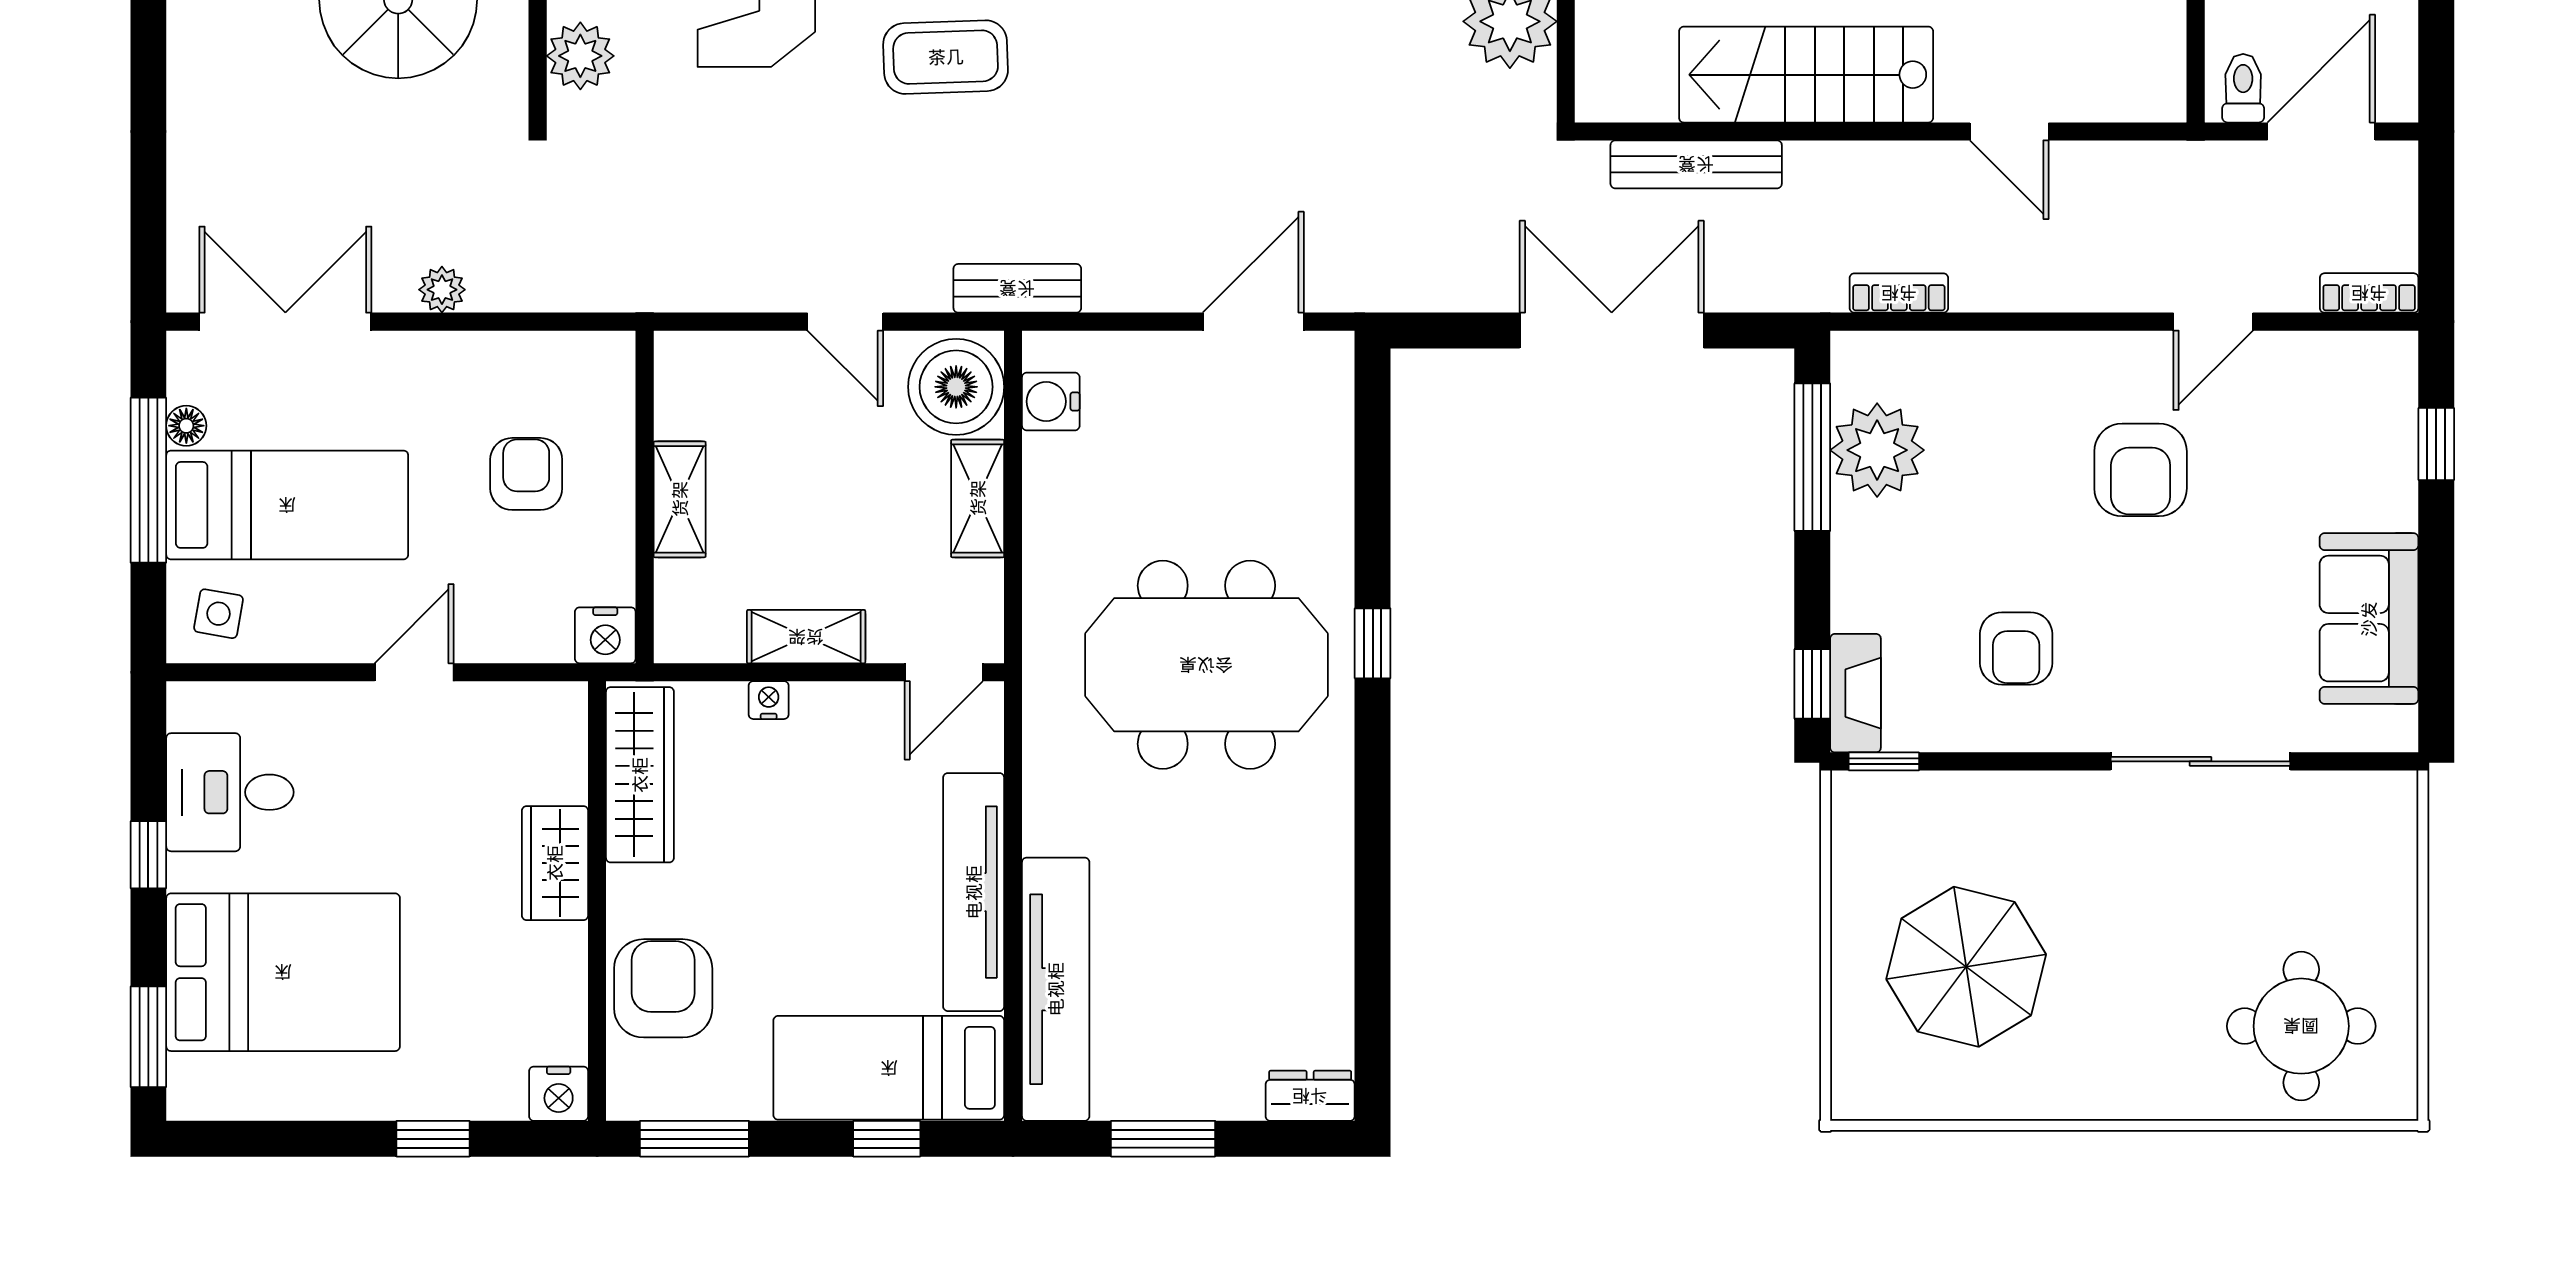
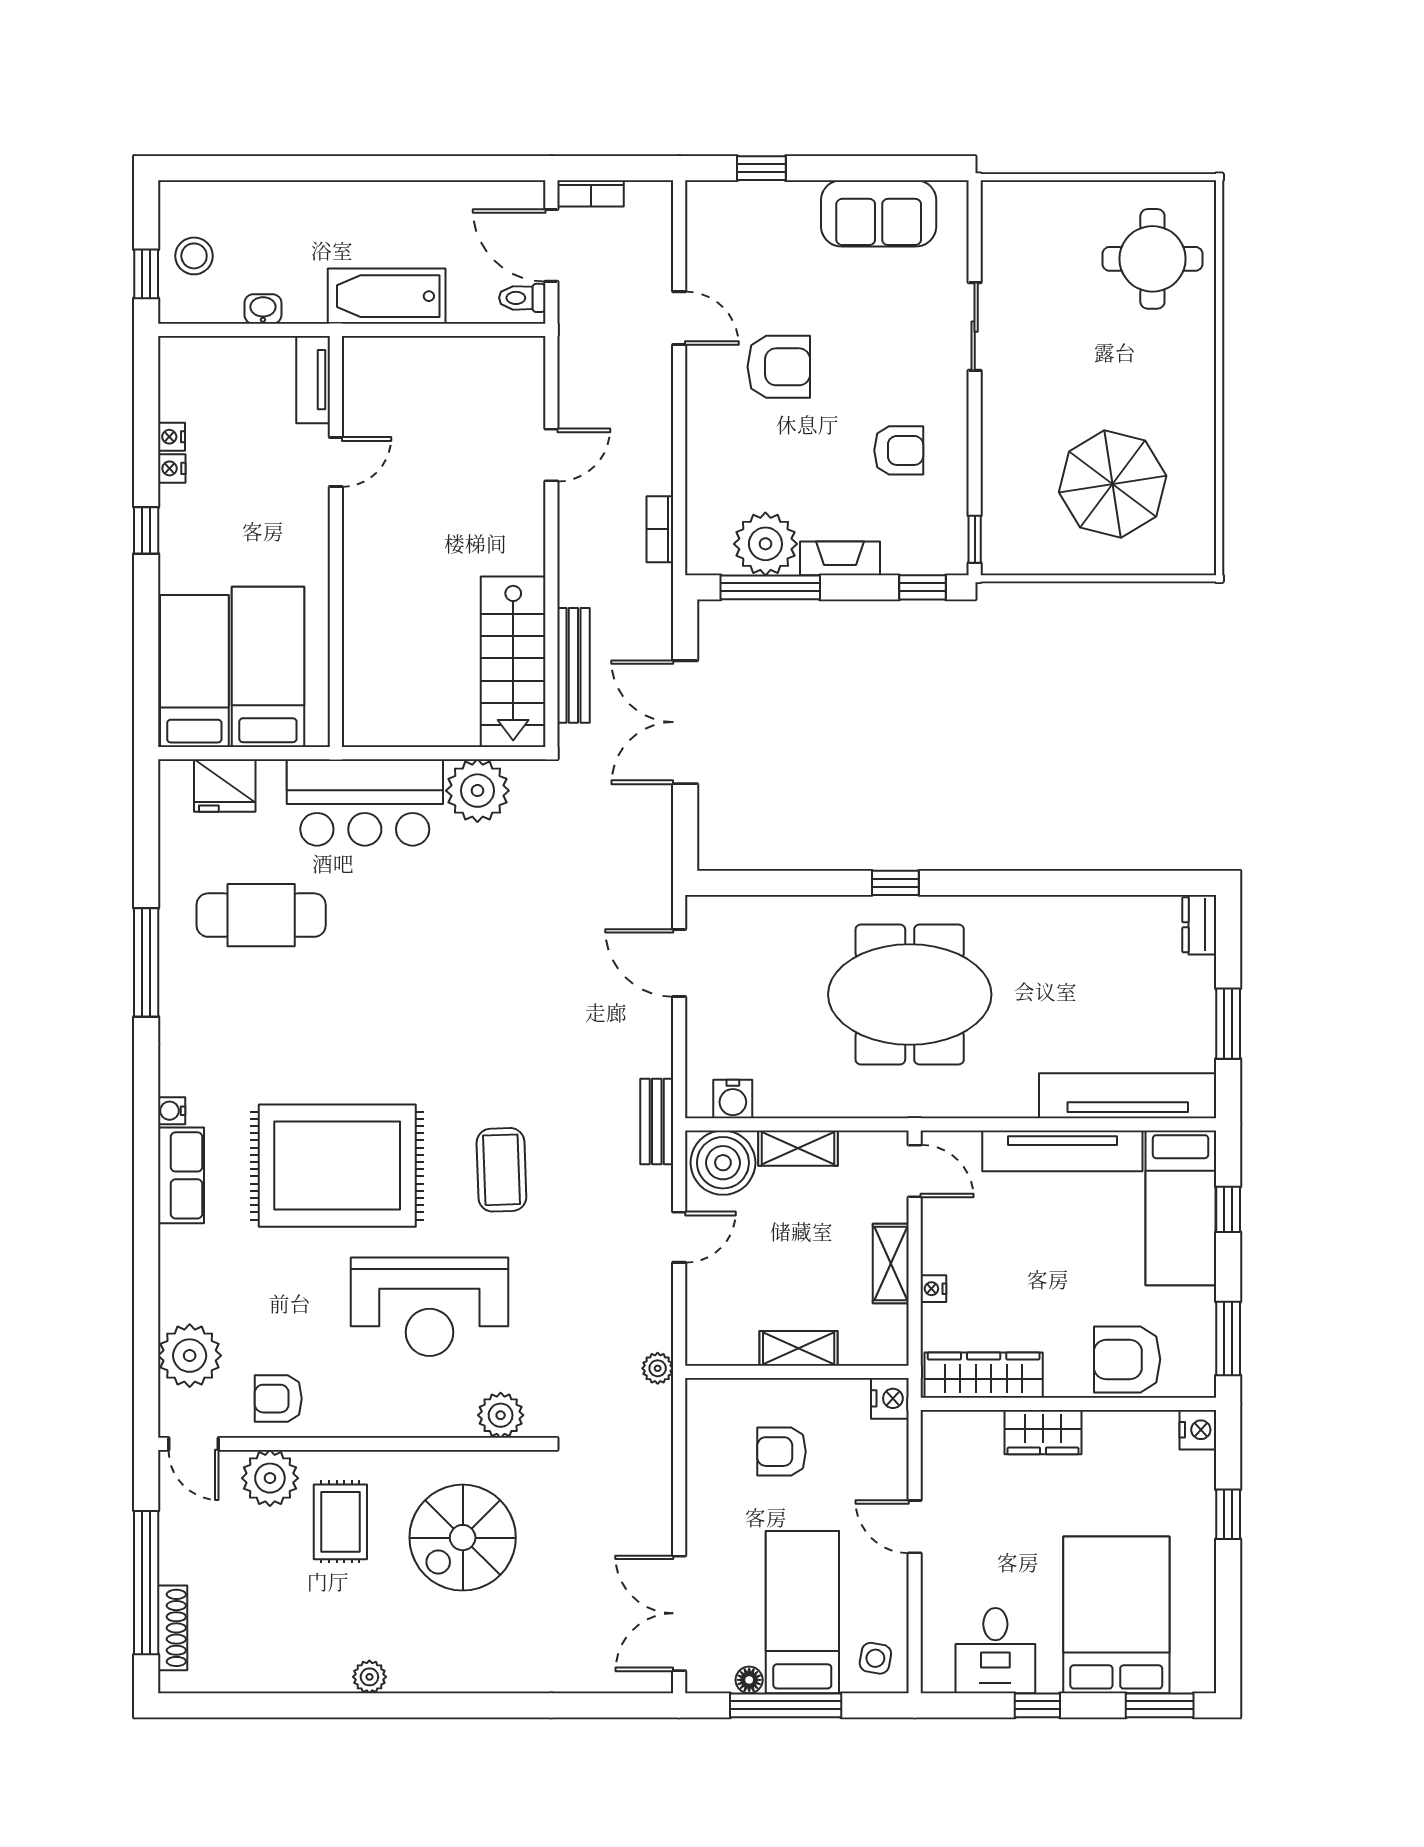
stairs: (1806, 75) -> (513, 662), moved
plant: (442, 290) -> (658, 1368), moved
bookcase: (2369, 293) -> (591, 193), moved, turned -90
meeting table: (1206, 665) -> (910, 994), turned 90
fireplace: (1855, 693) -> (840, 558), moved
sliding door: (2201, 761) -> (975, 327), width x0.73

